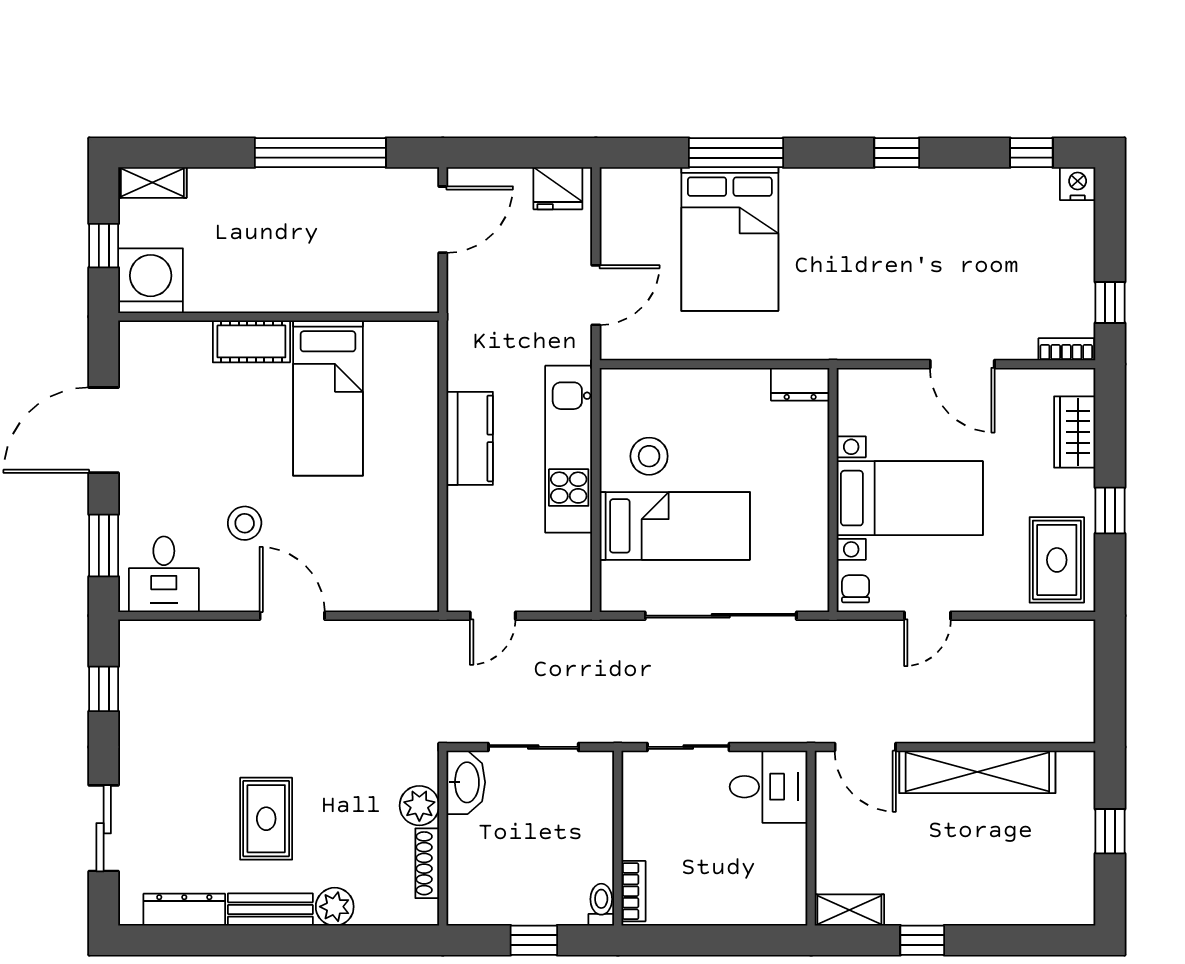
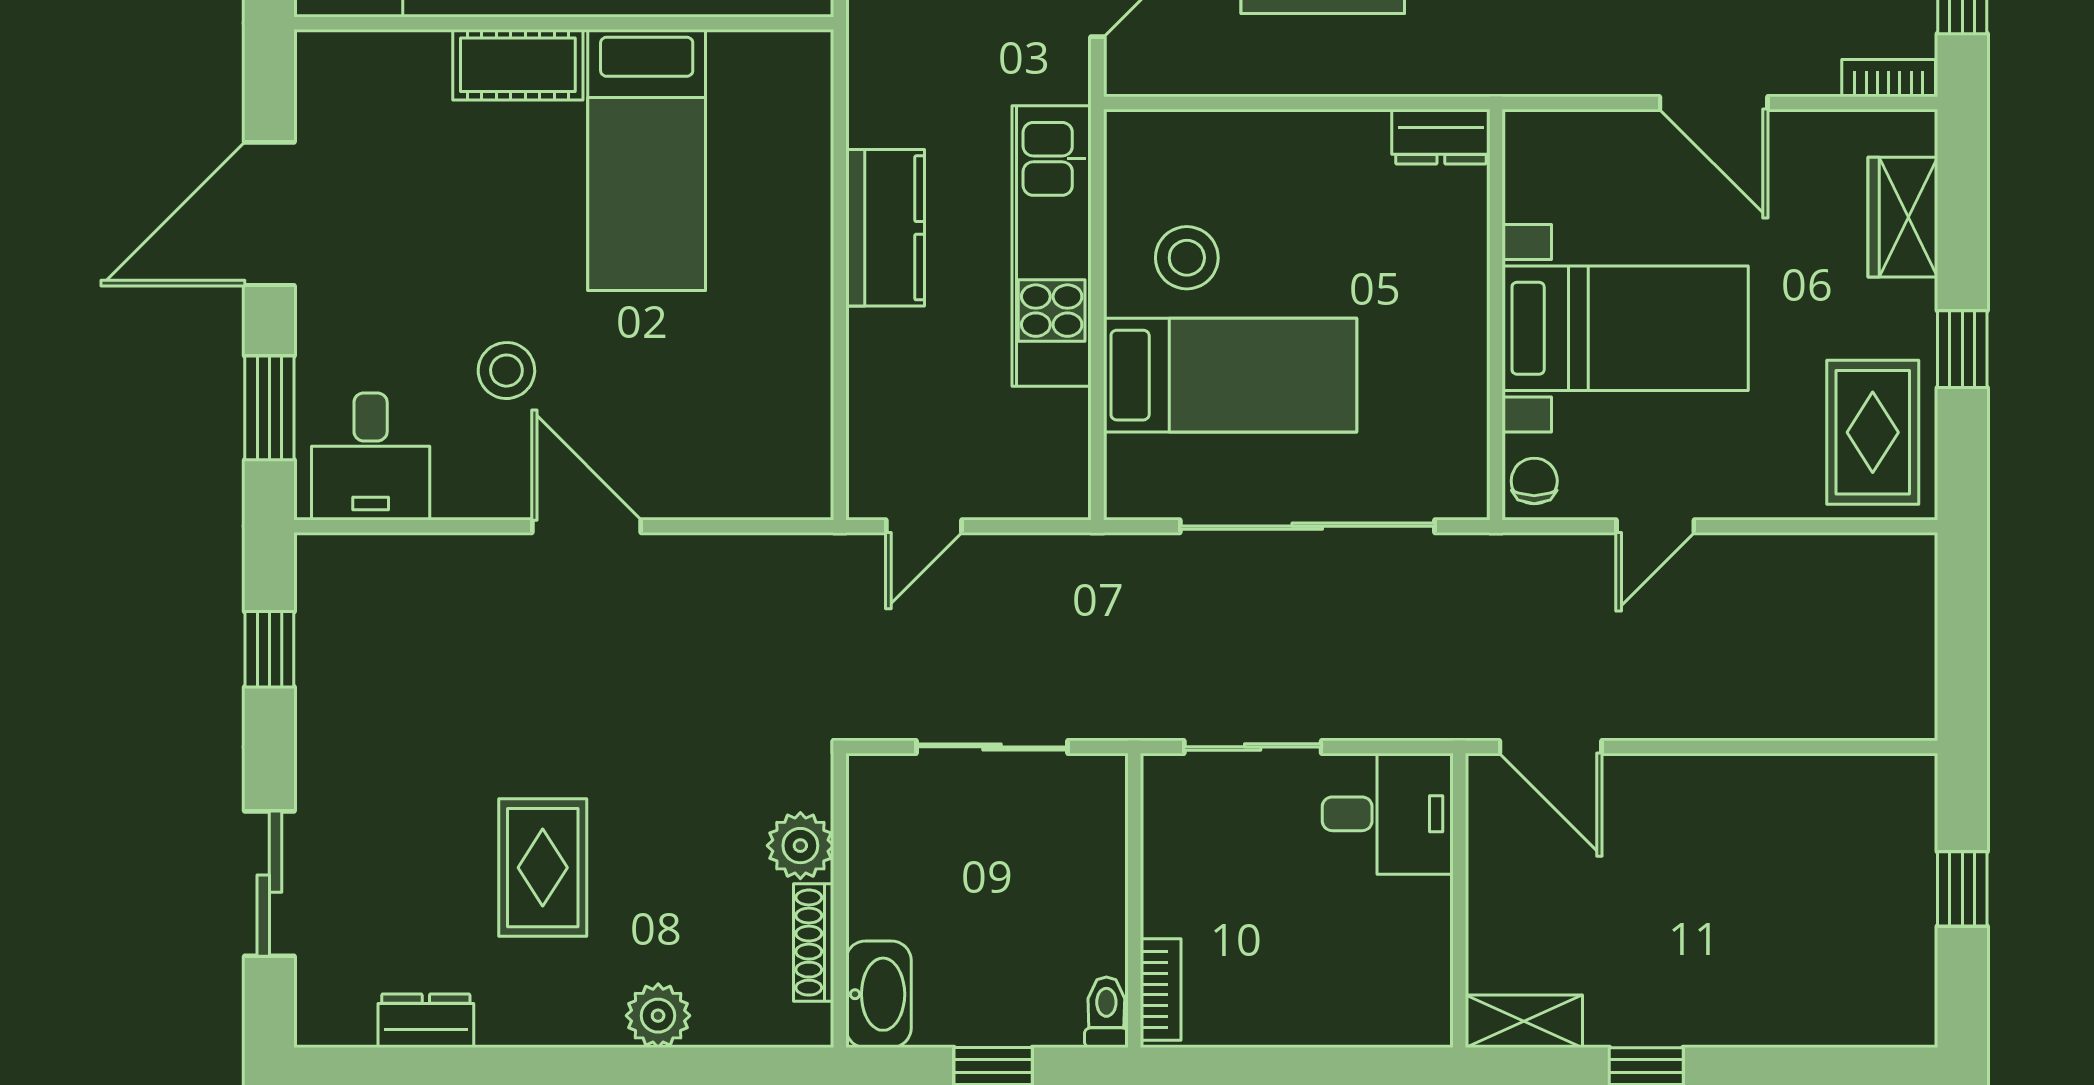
shelving: (977, 772) -> (1739, 789), removed
washbasin: (466, 782) -> (878, 994), moved
bench: (270, 909) -> (550, 1020), removed
dresser: (184, 910) -> (426, 1021), width x0.70

